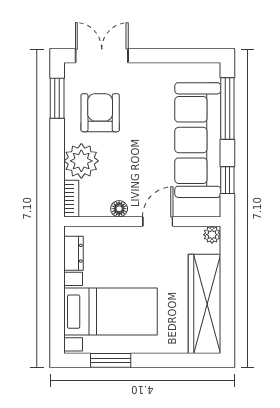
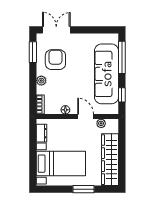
plant: (81, 161) -> (41, 81), width x0.53, depth x0.53
door: (158, 222) -> (86, 117), hinge flipped
plant: (212, 235) -> (101, 123), moved
window: (111, 360) -> (84, 189), moved

